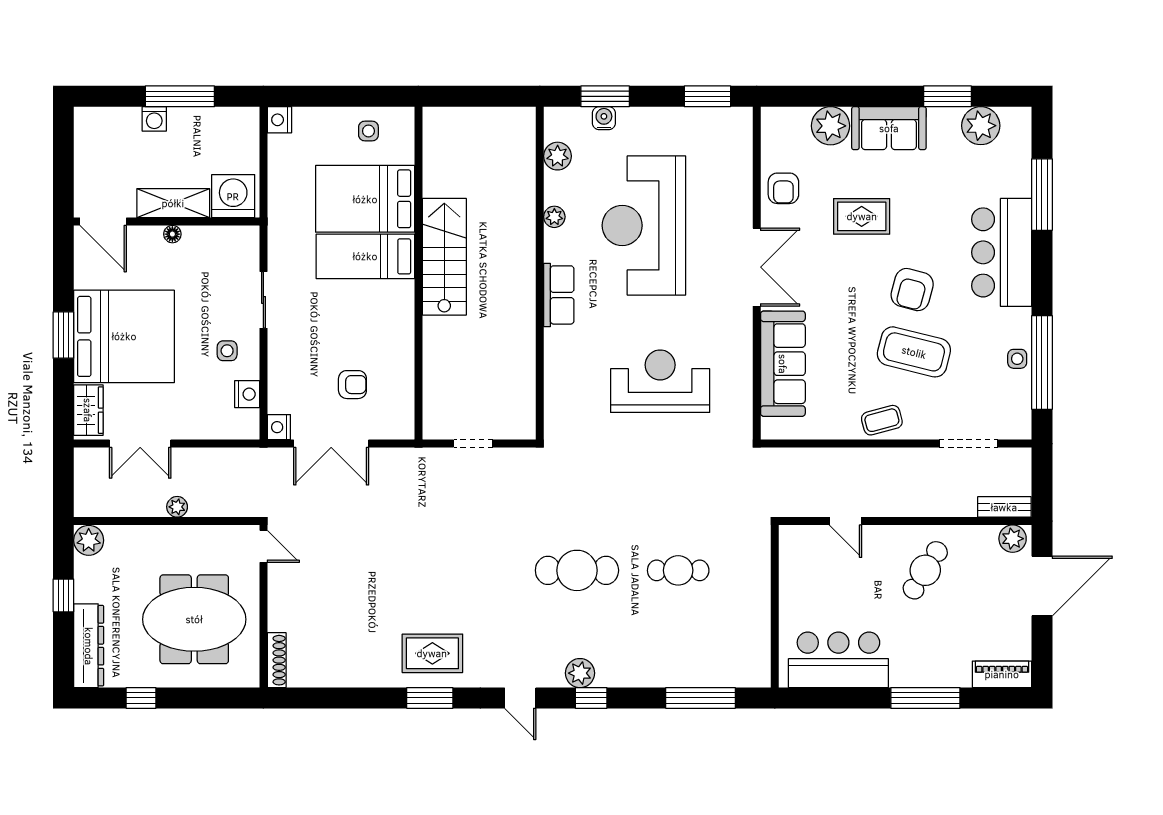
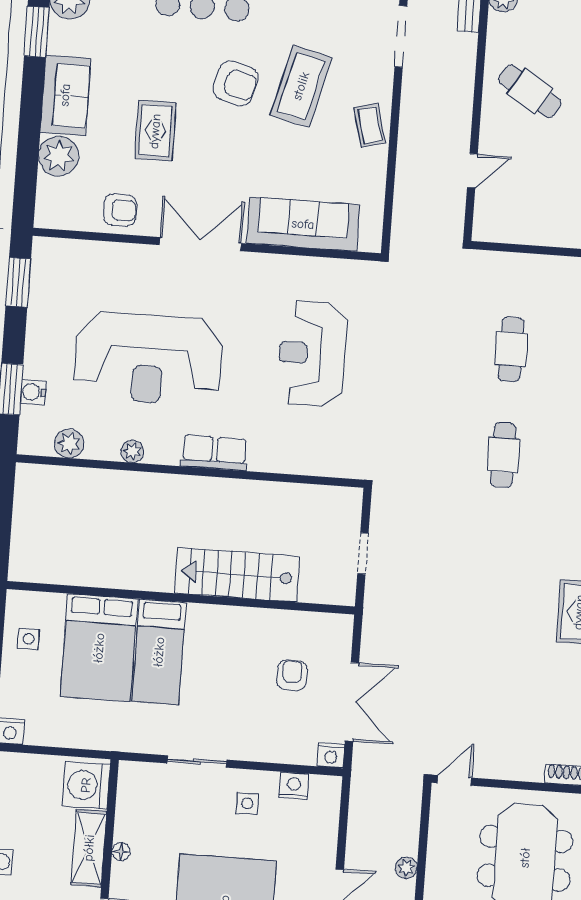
stairs: (444, 257) -> (237, 575), moved
cafe table: (577, 570) -> (503, 455), width x0.73, depth x0.74

